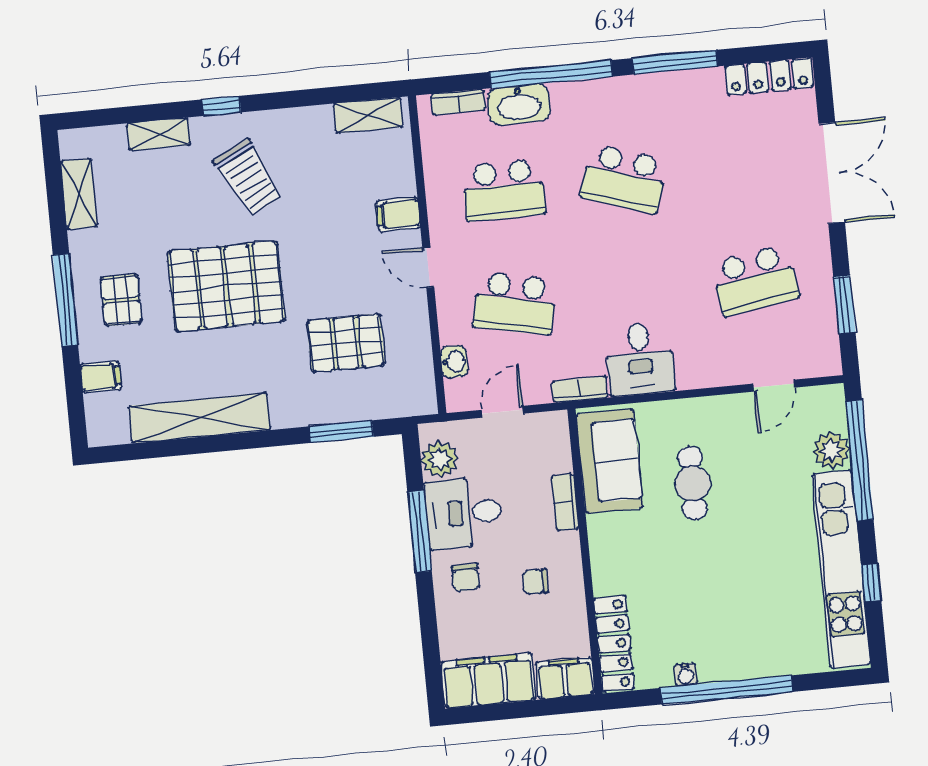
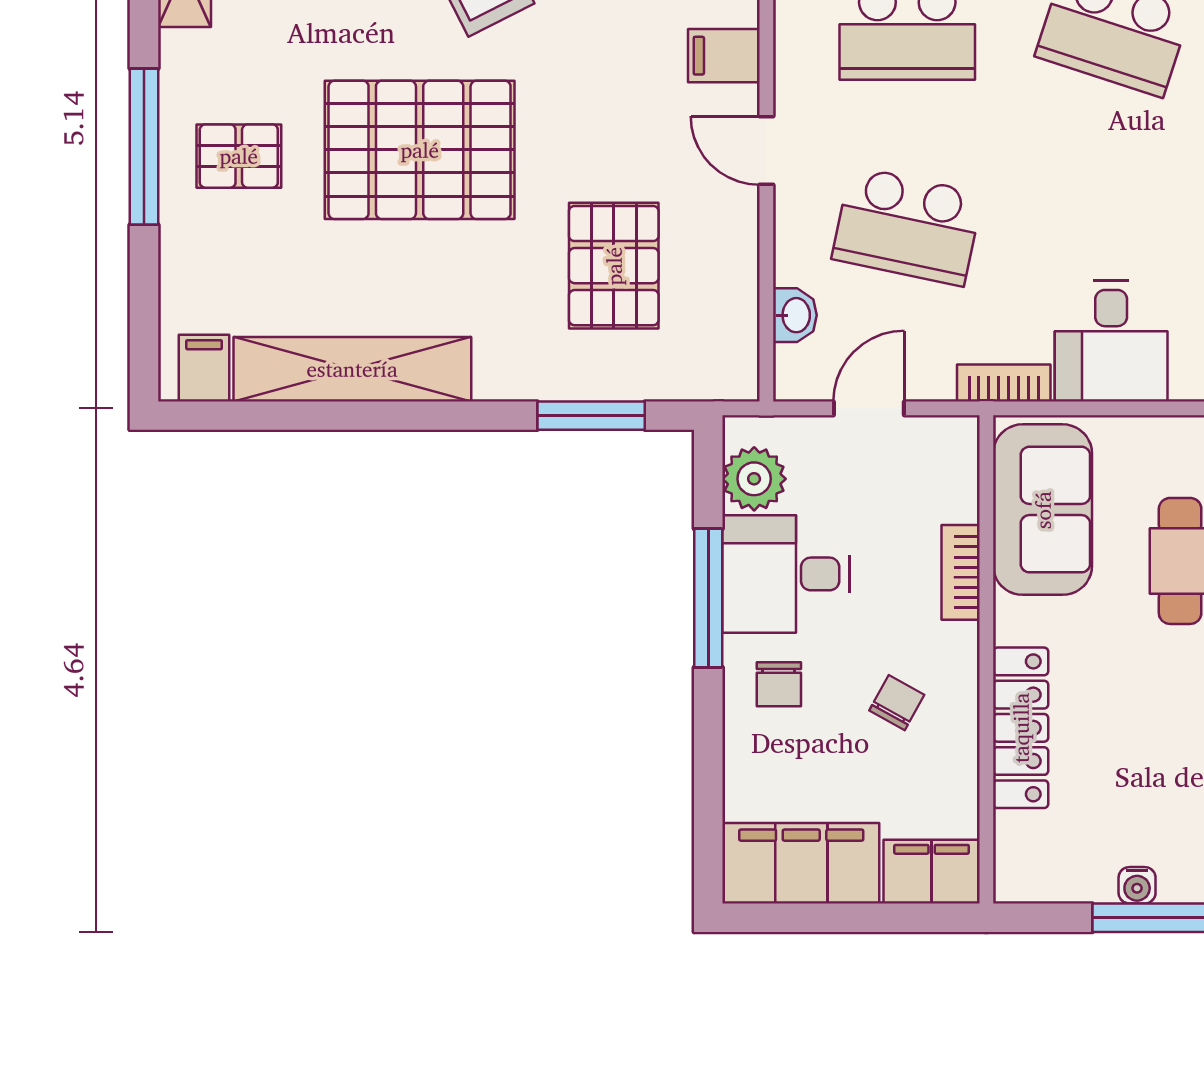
pallet: (121, 300) -> (239, 156), turned 90
pallet: (346, 343) -> (614, 266), turned 90
filing cabinet: (101, 377) -> (204, 368), moved, turned -90
chair: (535, 582) -> (897, 703), turned 119
locker: (614, 644) -> (1021, 728), moved

